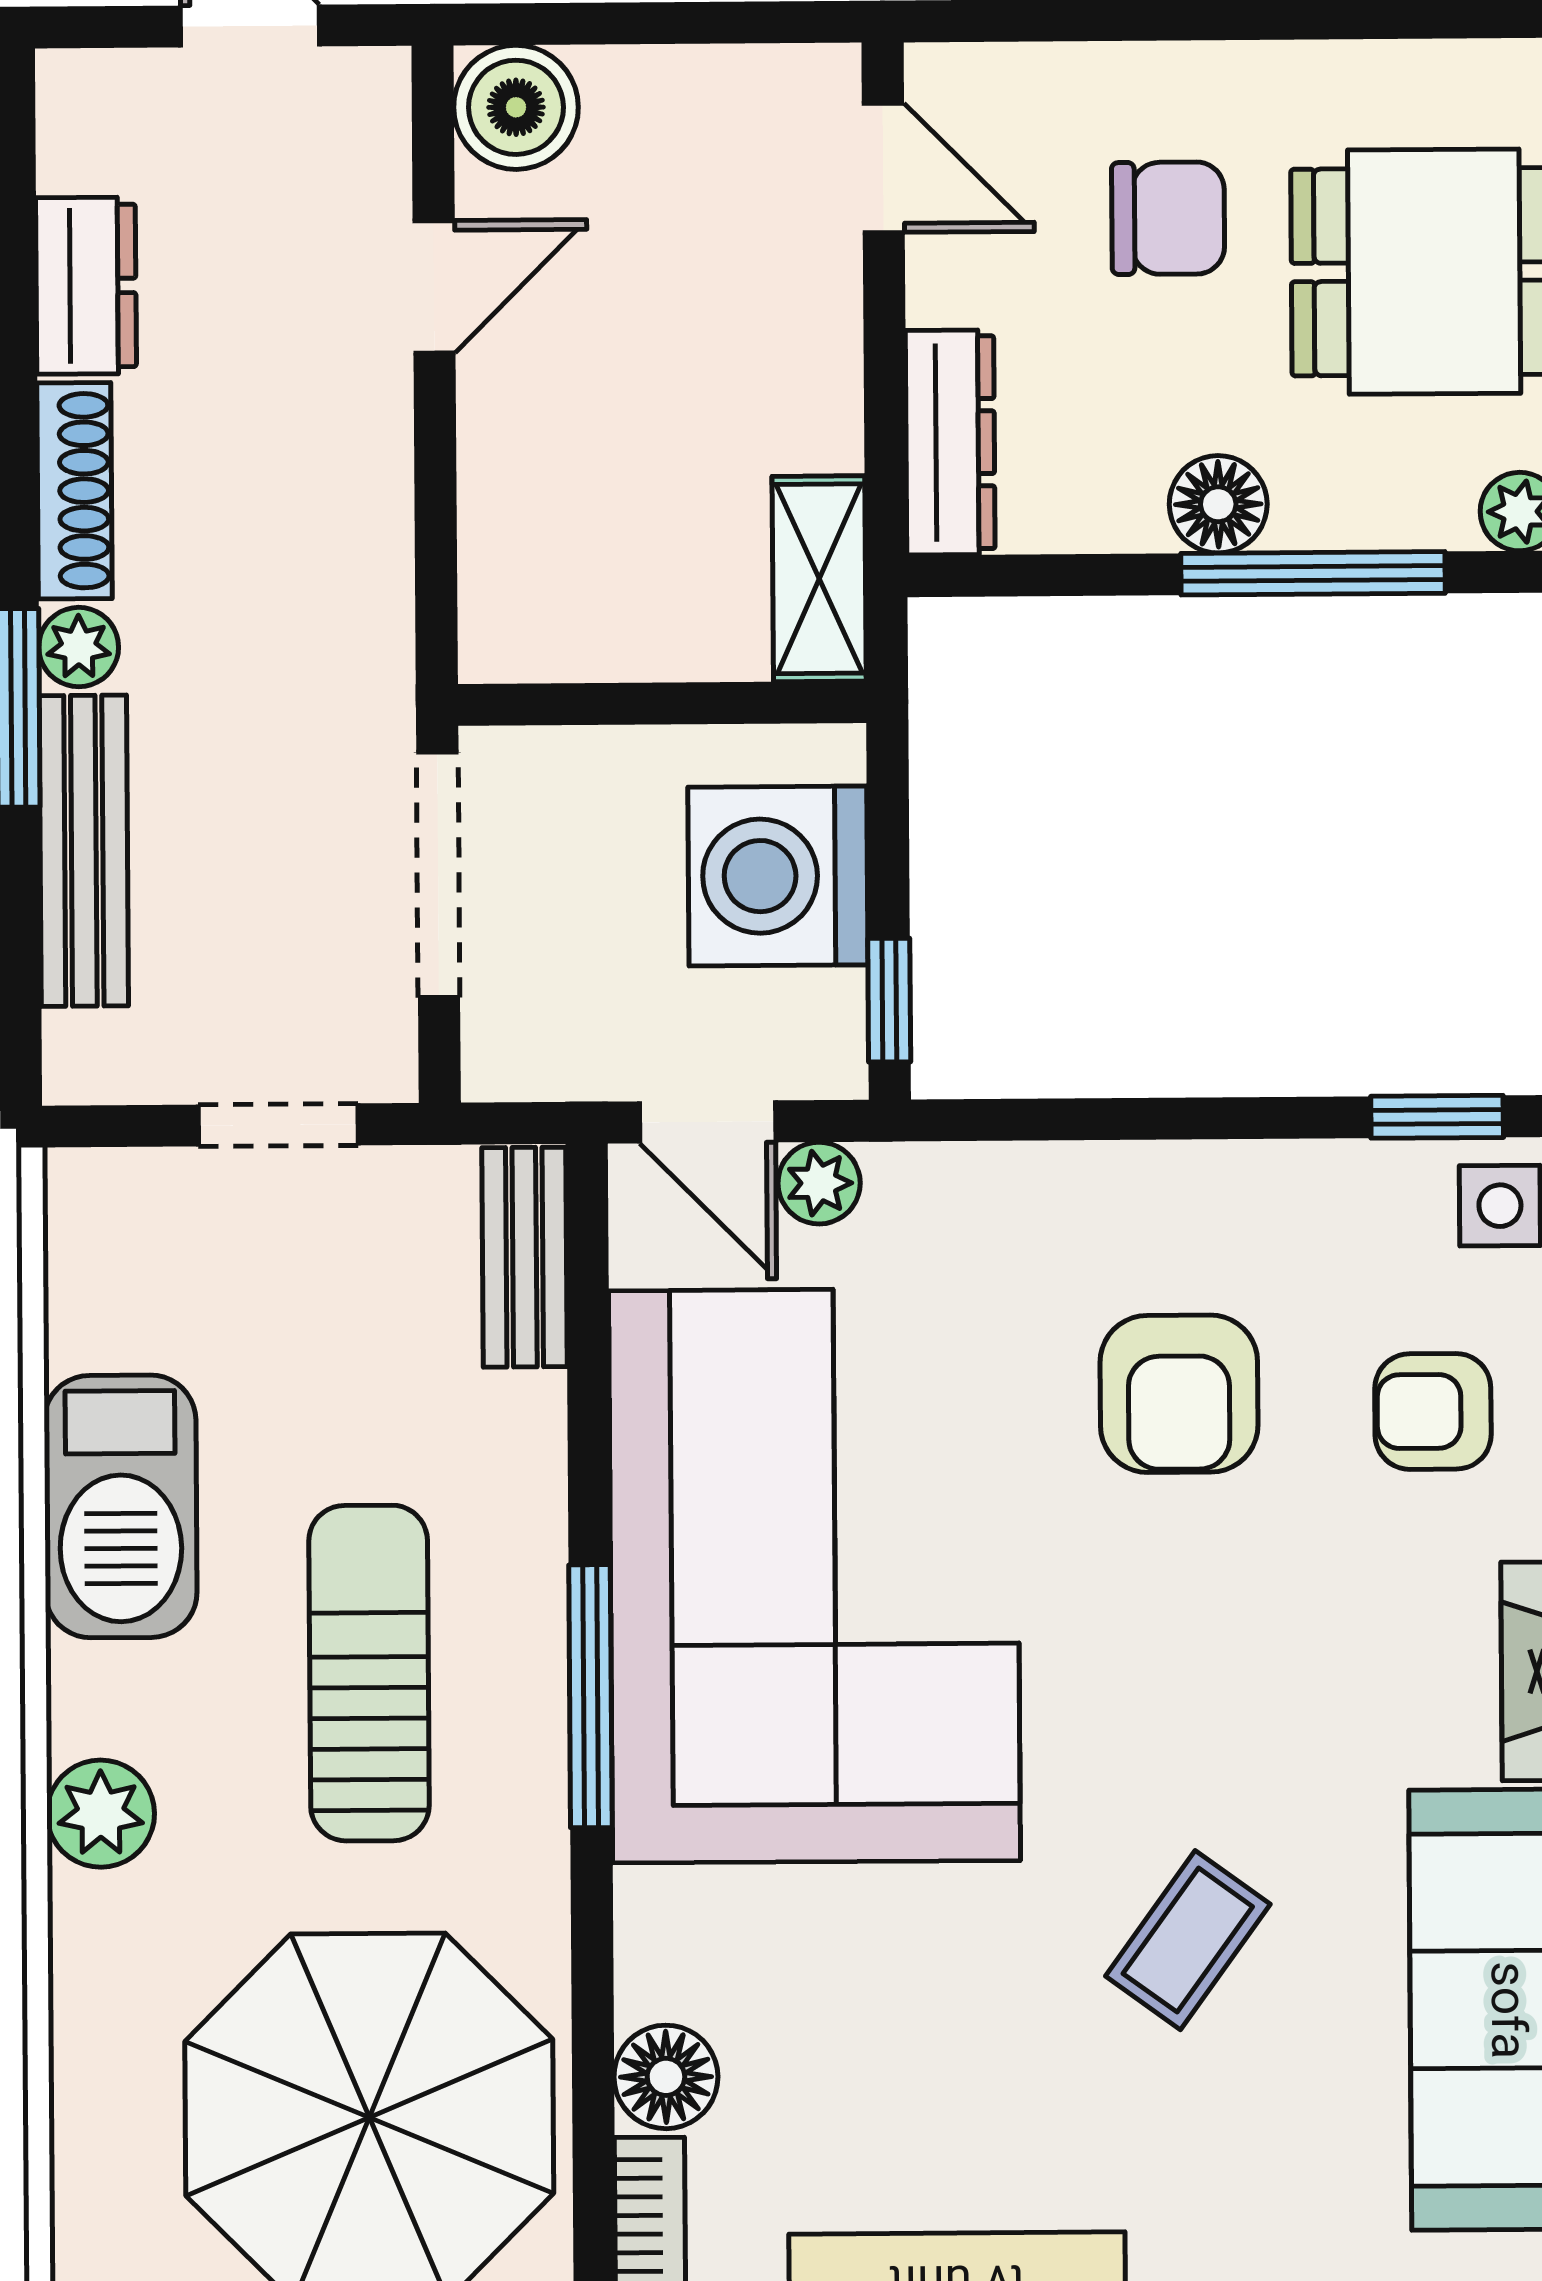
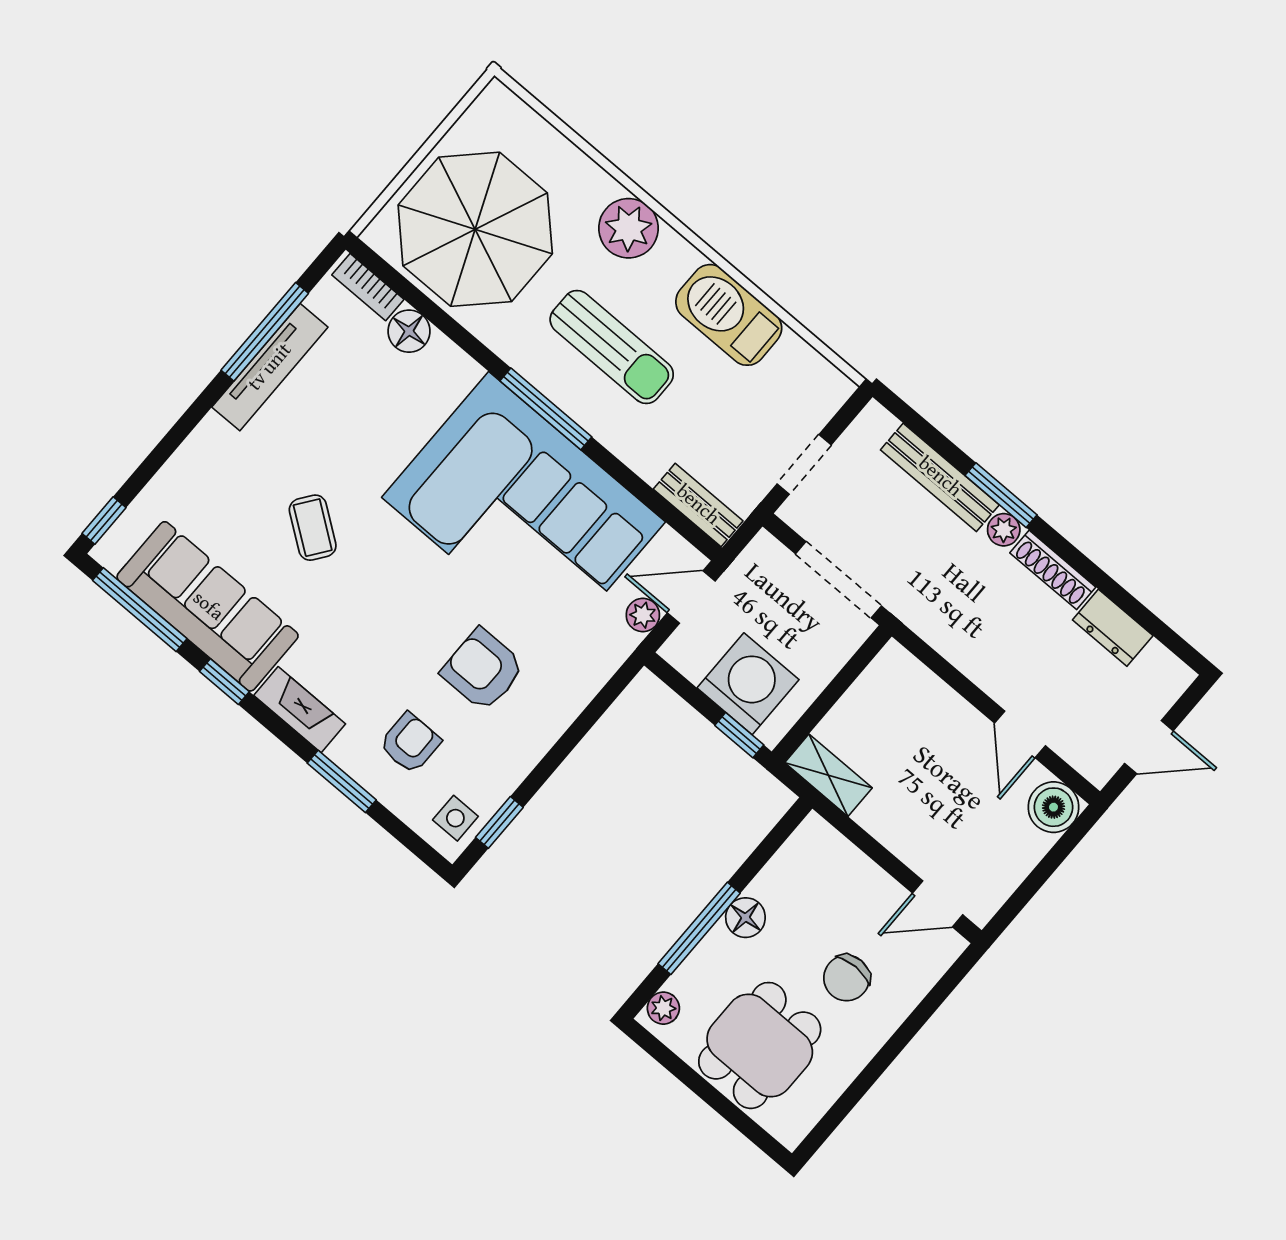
dresser: (950, 442) -> (835, 852), removed
window: (889, 1000) -> (739, 735), moved
plant: (101, 1814) -> (628, 228), width x1.36, depth x1.36

